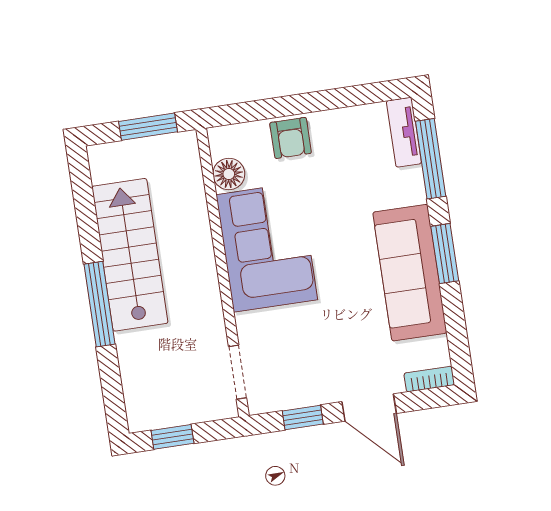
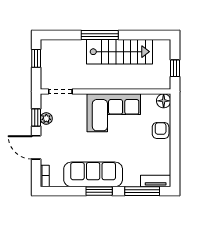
window: (148, 127) -> (175, 68), width x0.67
armchair: (291, 138) -> (161, 130), turned 90
floor lamp: (229, 174) -> (164, 101), moved
plant: (302, 395) -> (46, 118), added
door: (369, 408) -> (36, 147), hinge flipped

